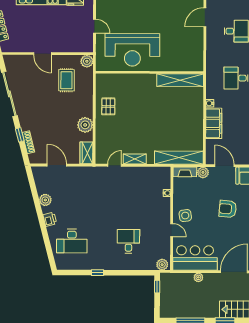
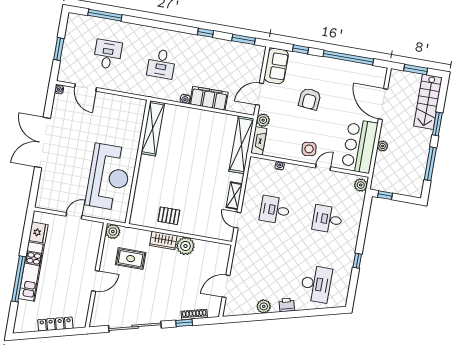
wardrobe: (86, 153) -> (163, 240), moved
desk: (129, 195) -> (275, 210), added

